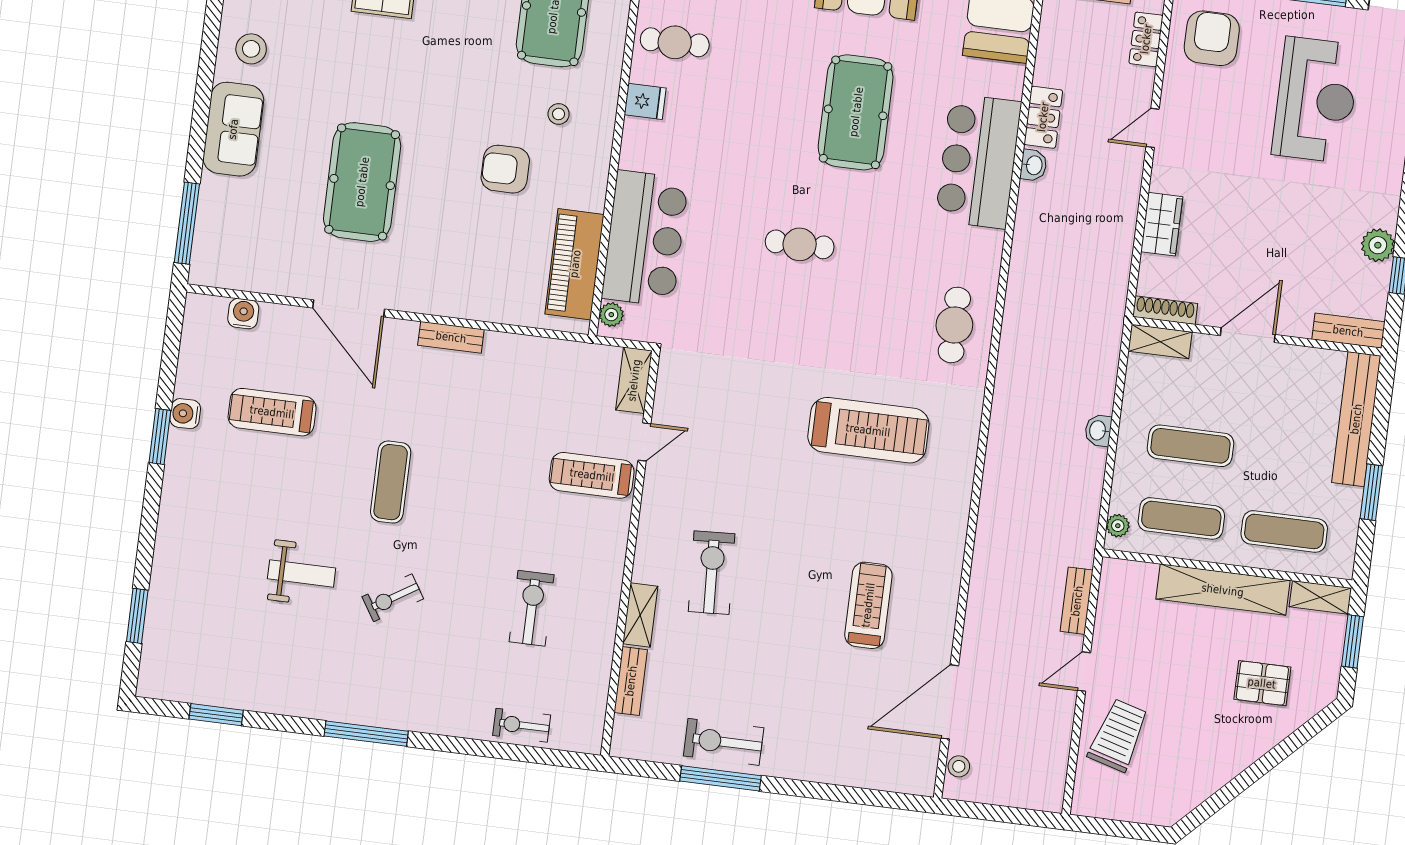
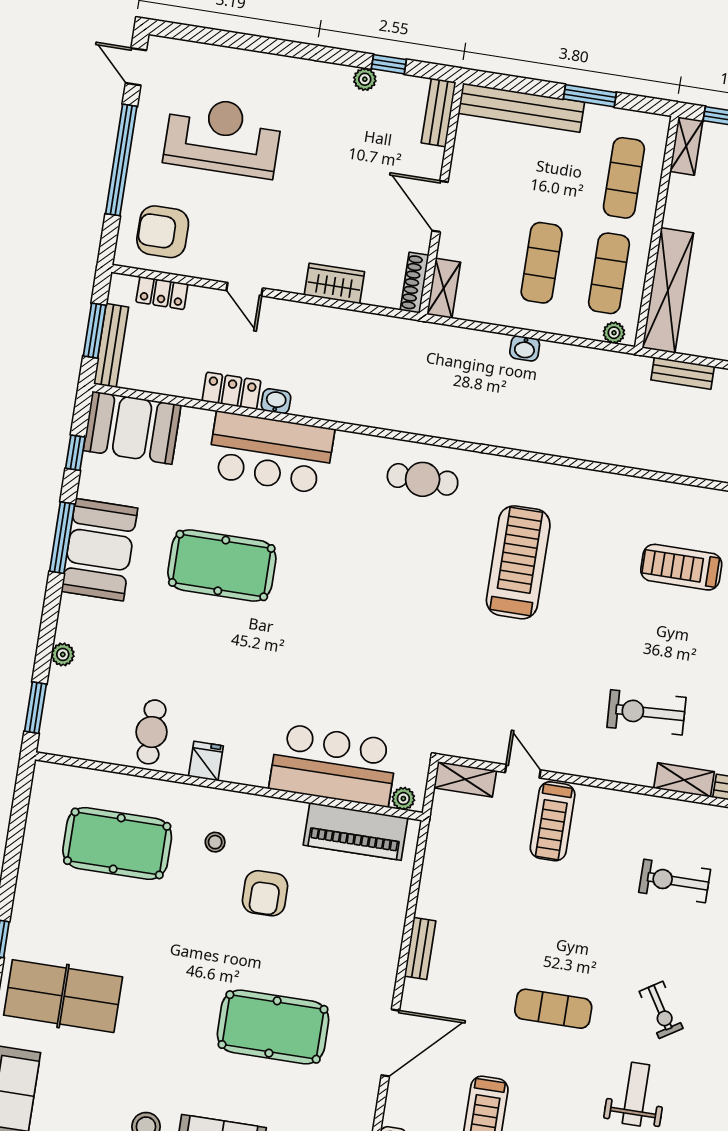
cafe table: (800, 244) -> (343, 621), removed
plant: (1378, 245) -> (365, 79), width x0.73, depth x0.73
shelving: (1223, 590) -> (668, 290), moved

